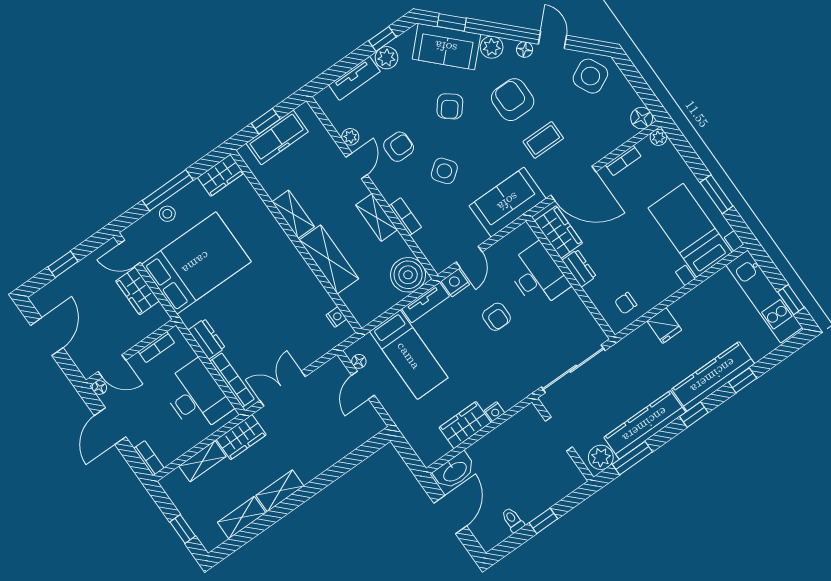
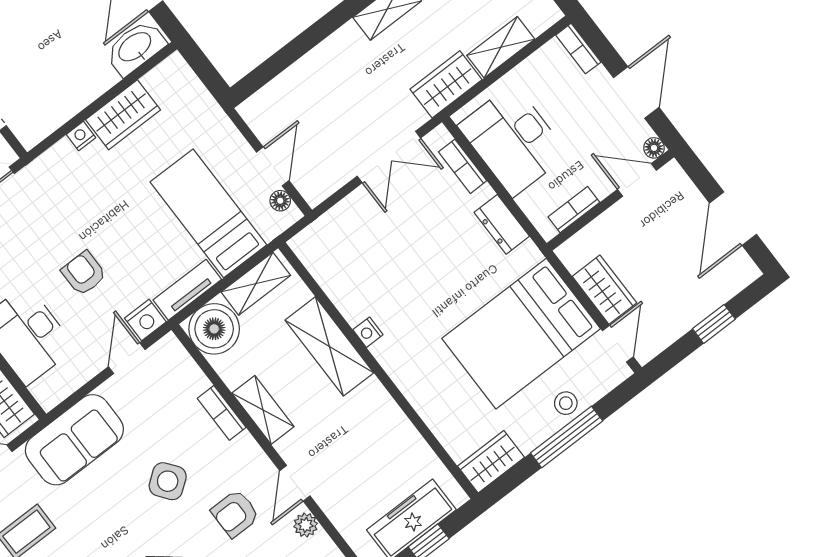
shelving: (293, 214) -> (256, 284), moved, turned 90
door: (130, 253) -> (618, 344), hinge flipped
nightstand: (336, 317) -> (368, 332), moved
bookcase: (232, 380) -> (463, 166), width x0.64

